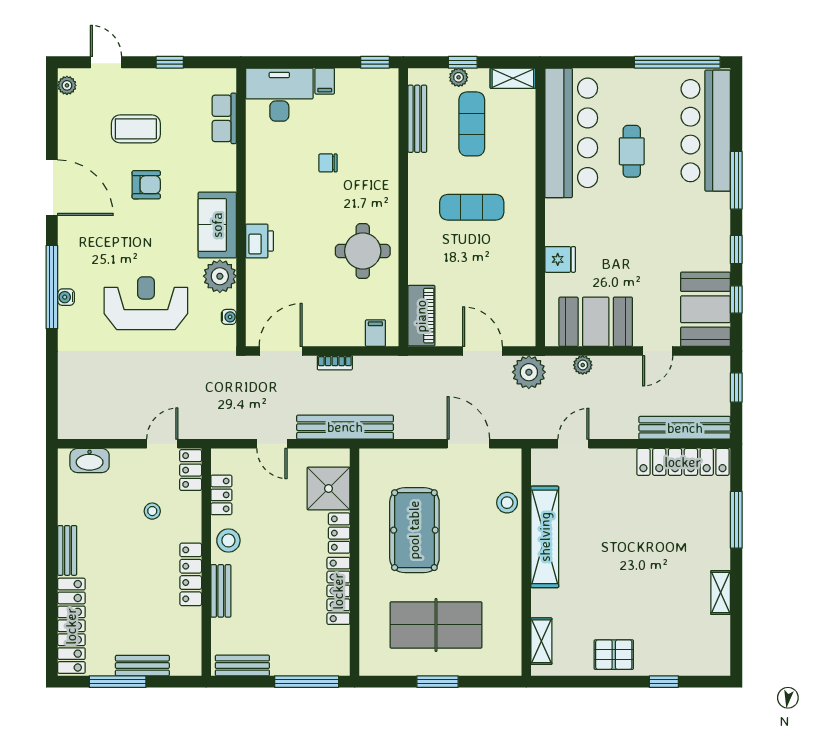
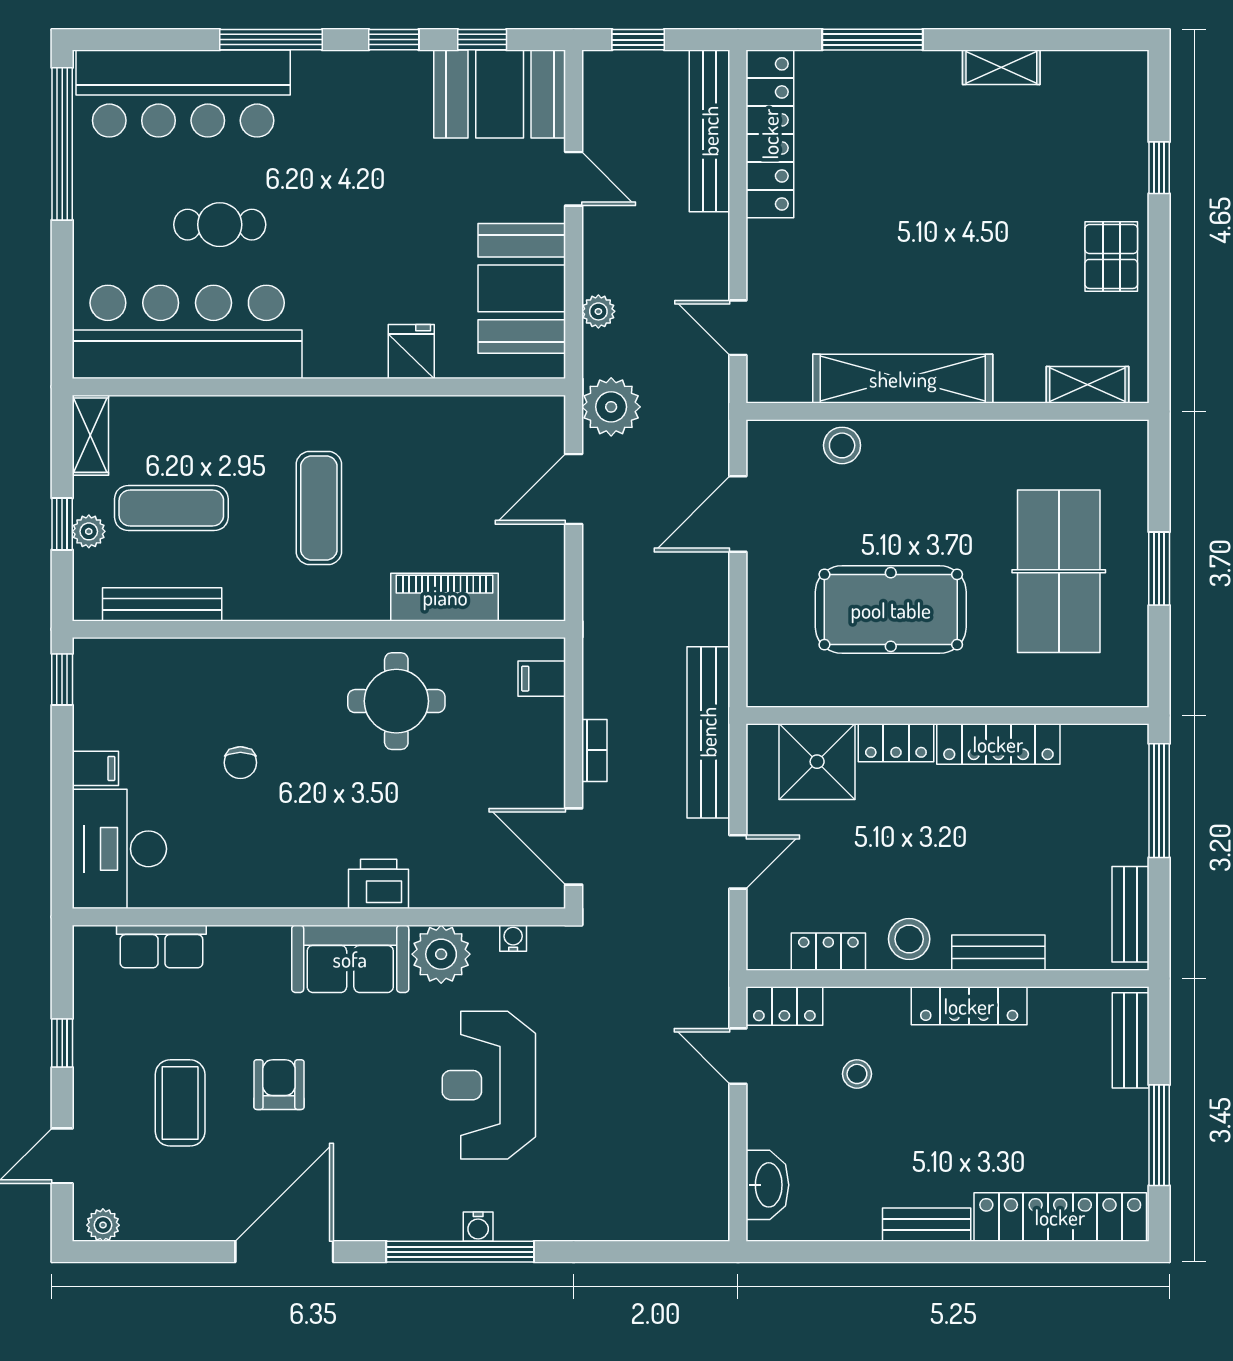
piano: (421, 316) -> (445, 597), moved
bench: (142, 666) -> (1131, 1040), moved

